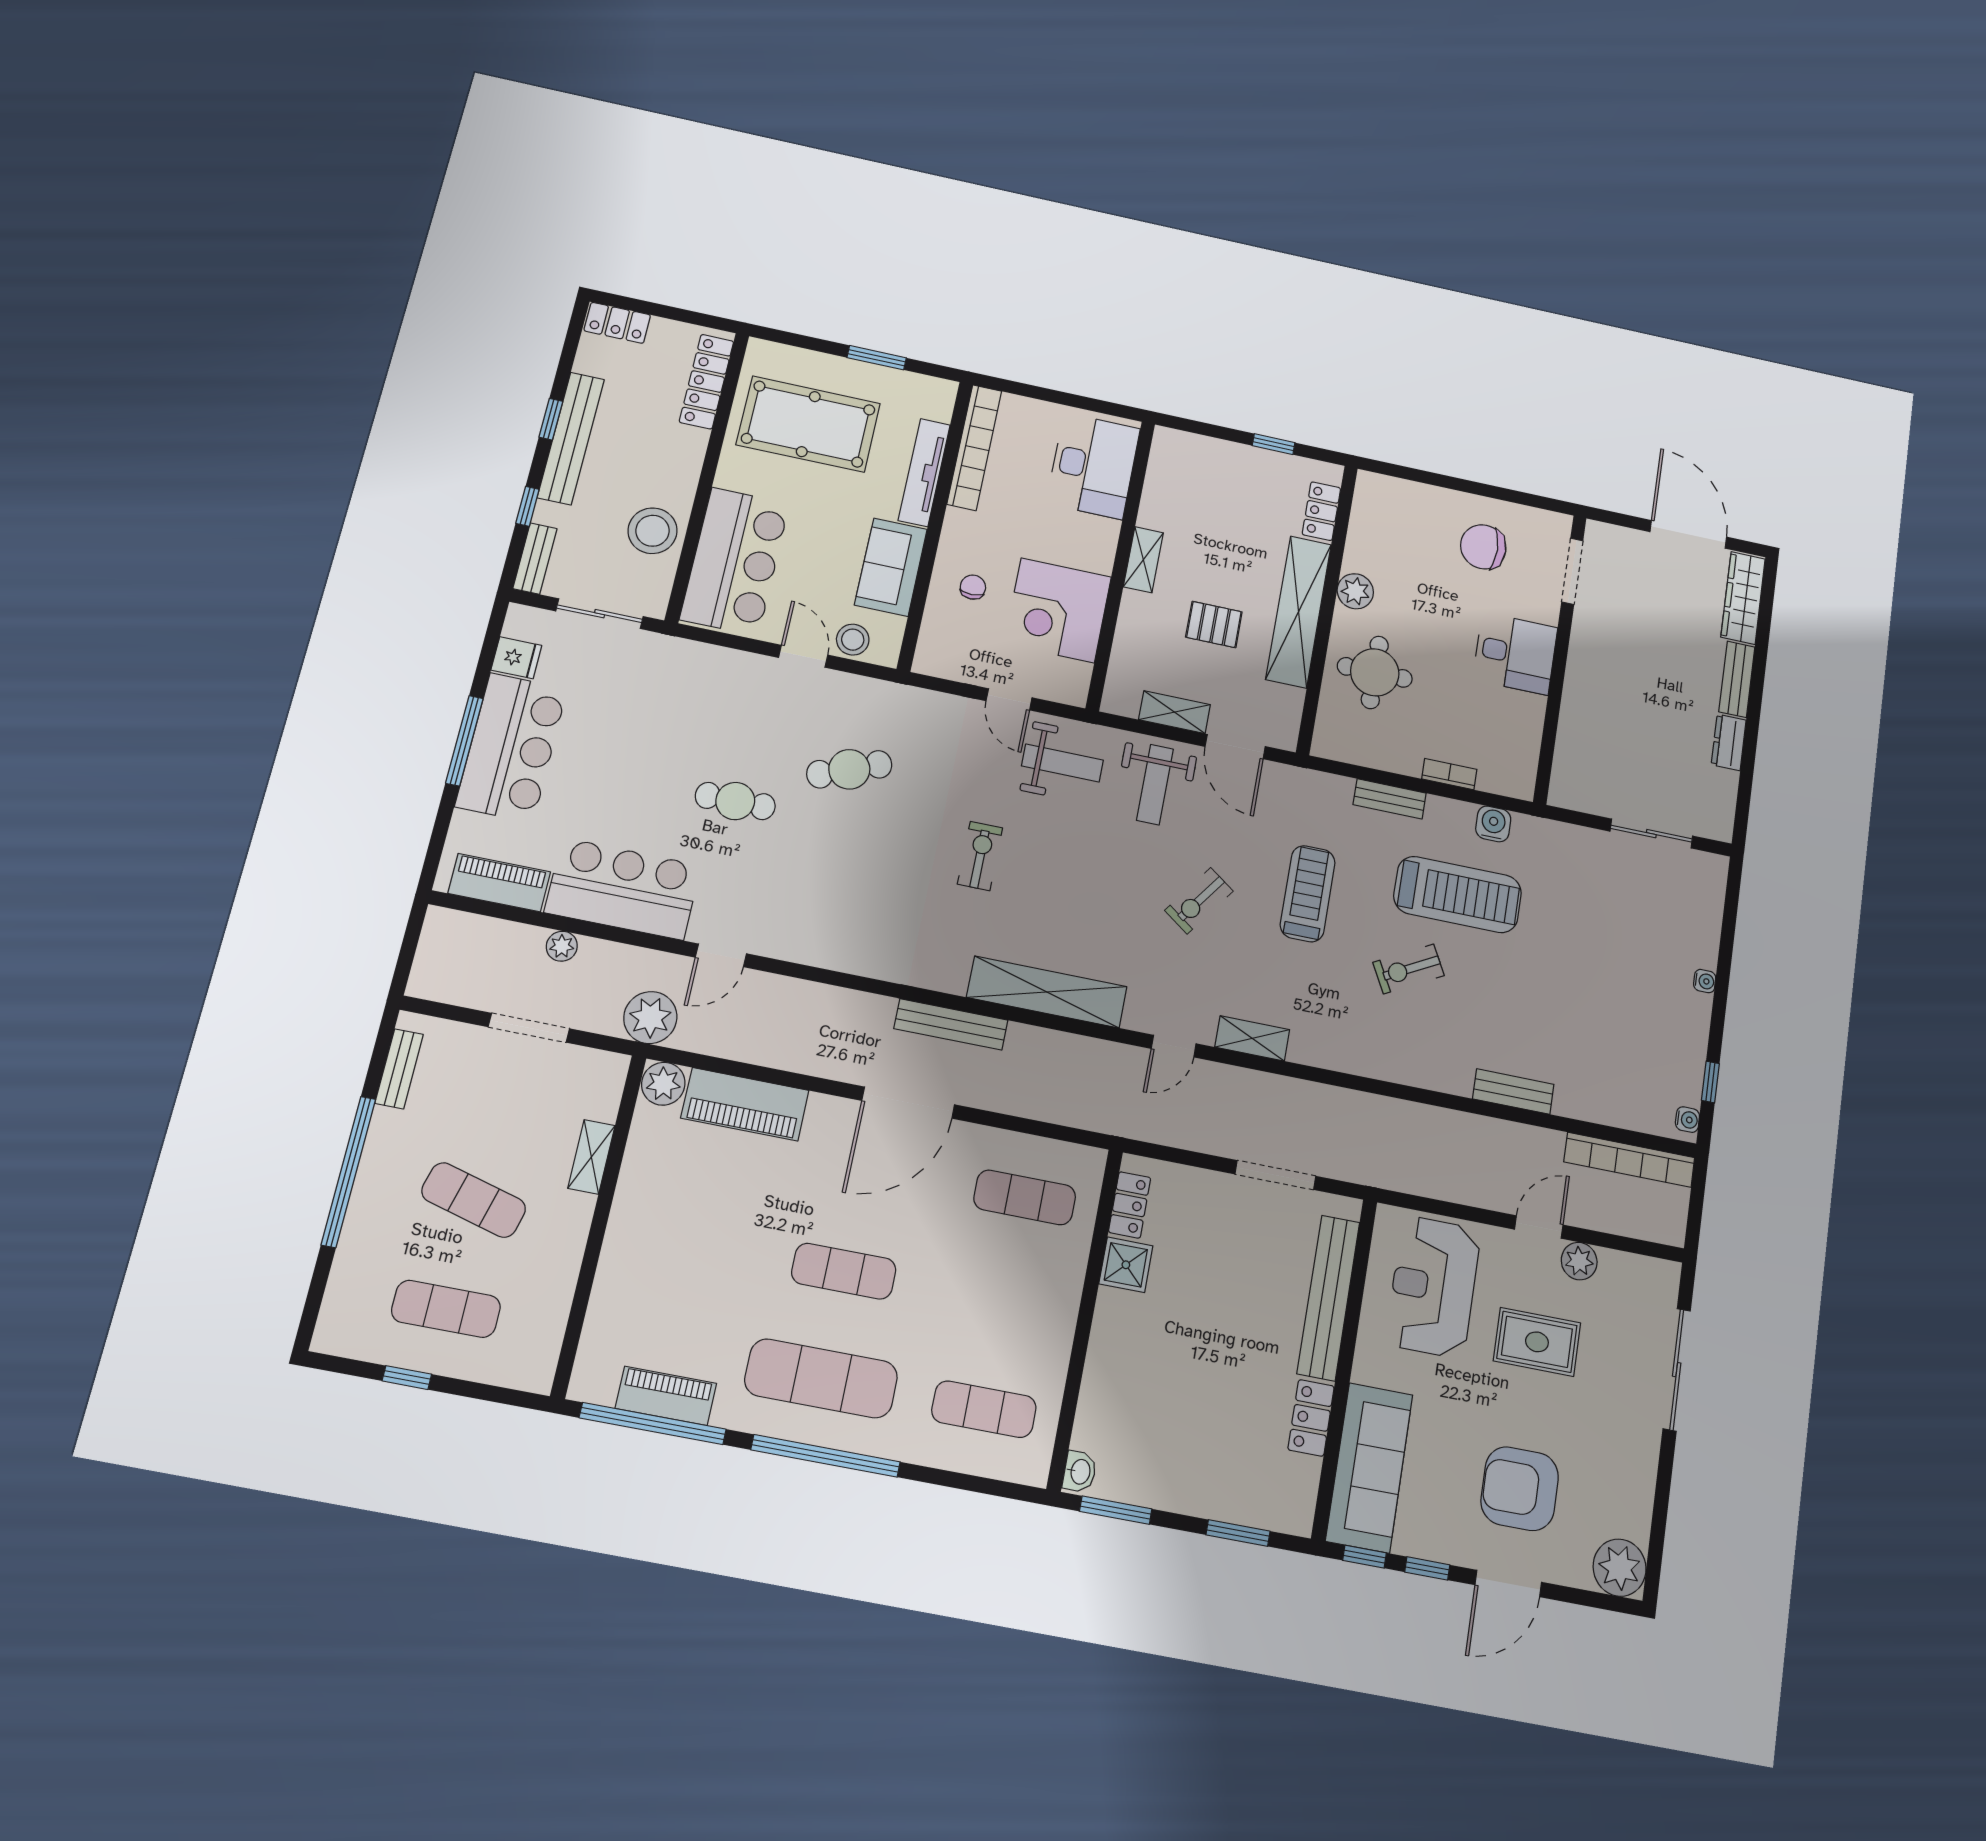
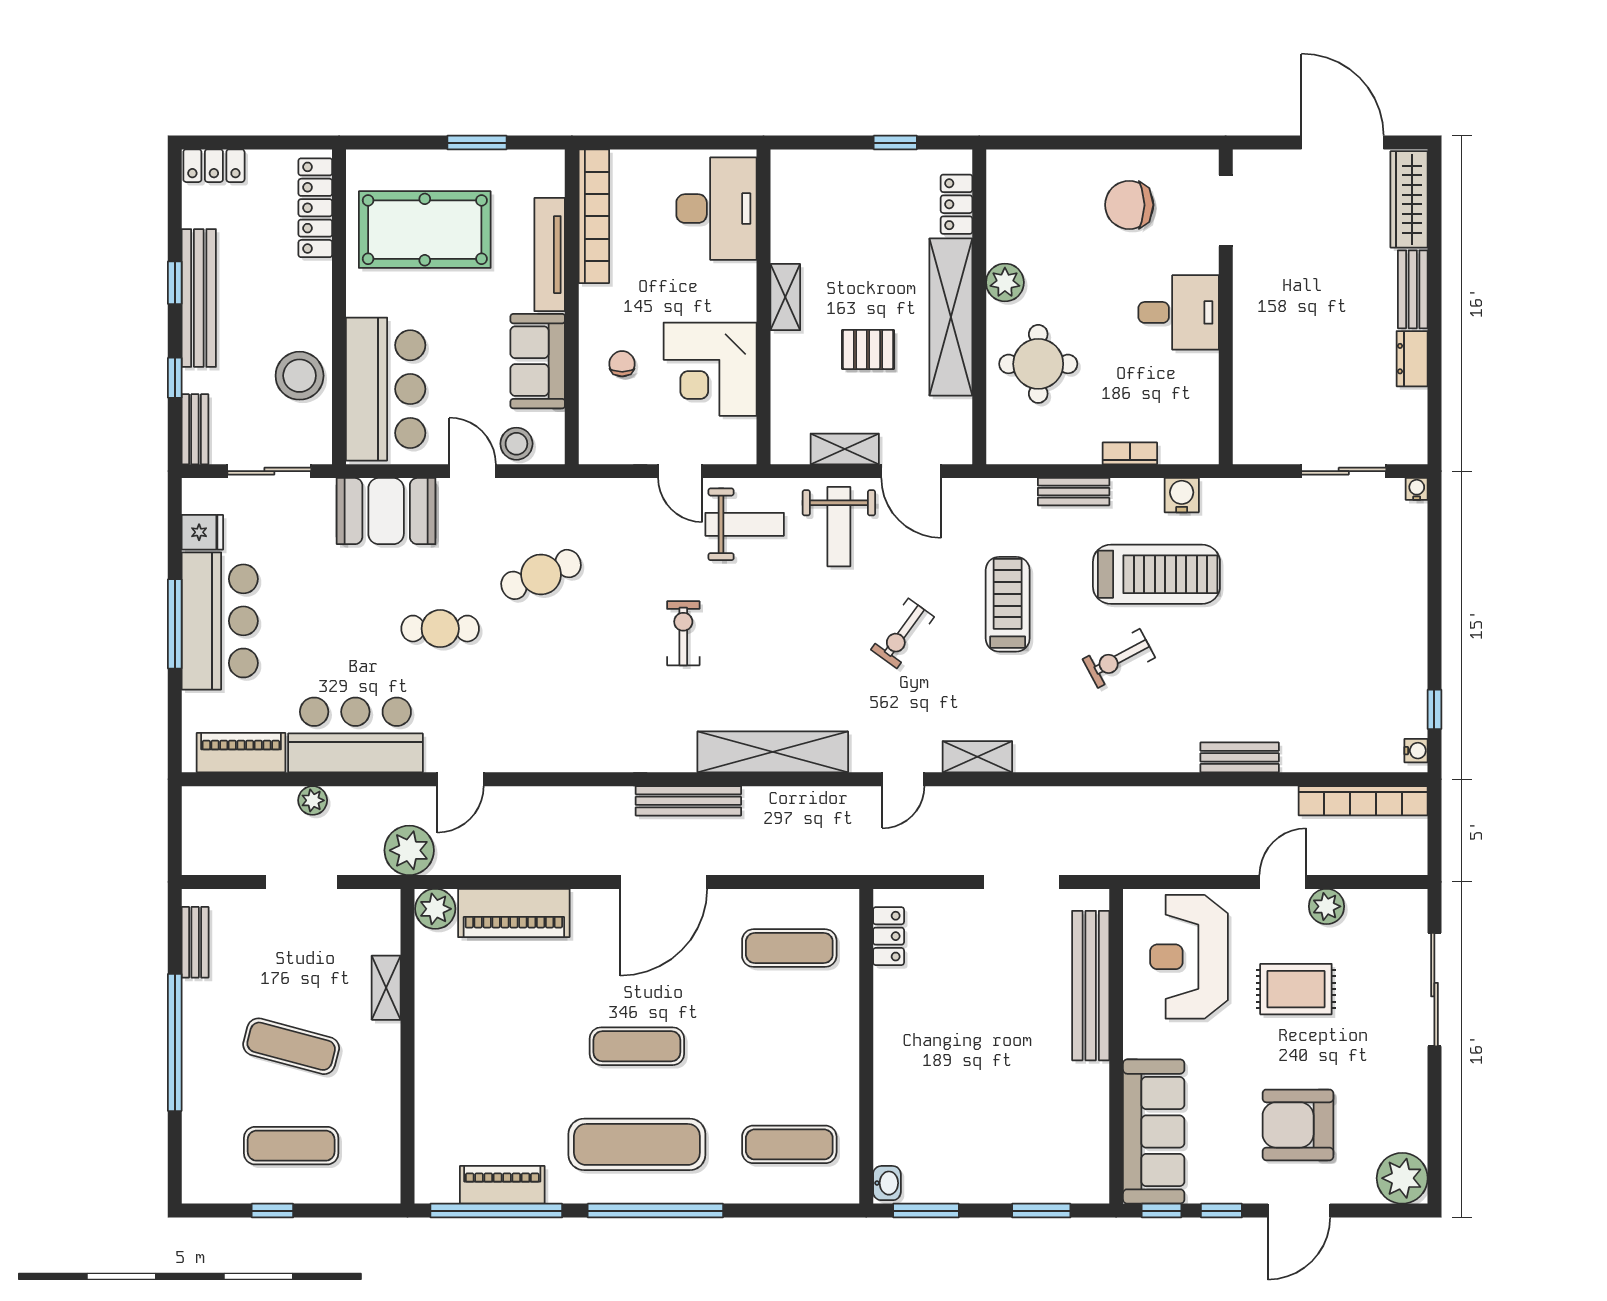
booth: (708, 676) -> (386, 511), added
water cooler: (1705, 981) -> (1417, 489), moved, turned -90
shower: (1126, 1265) -> (895, 992), removed
locker: (1311, 1418) -> (1092, 1097), removed

